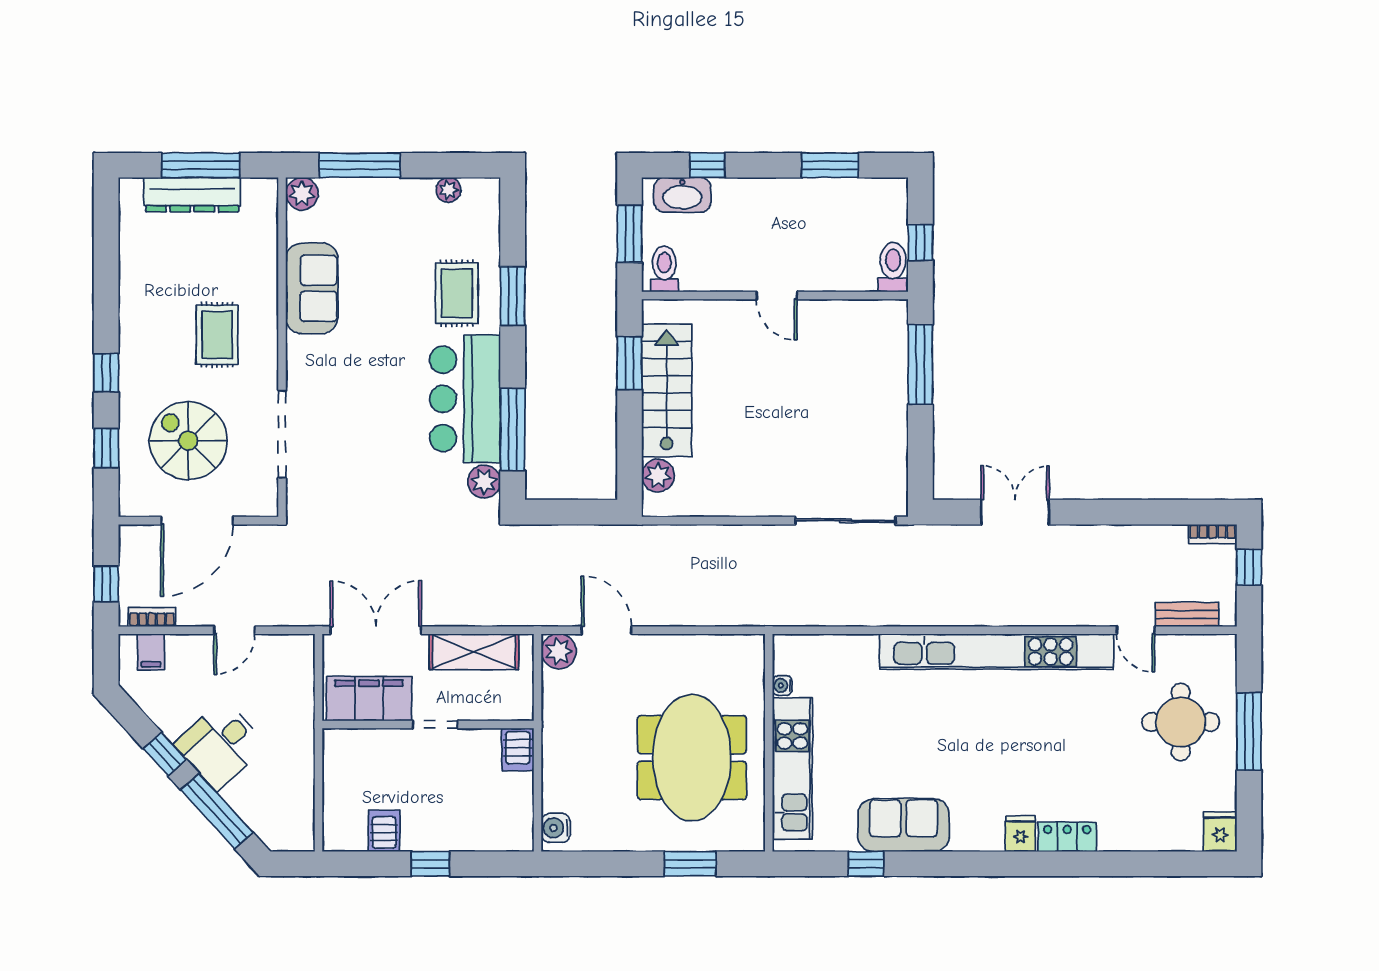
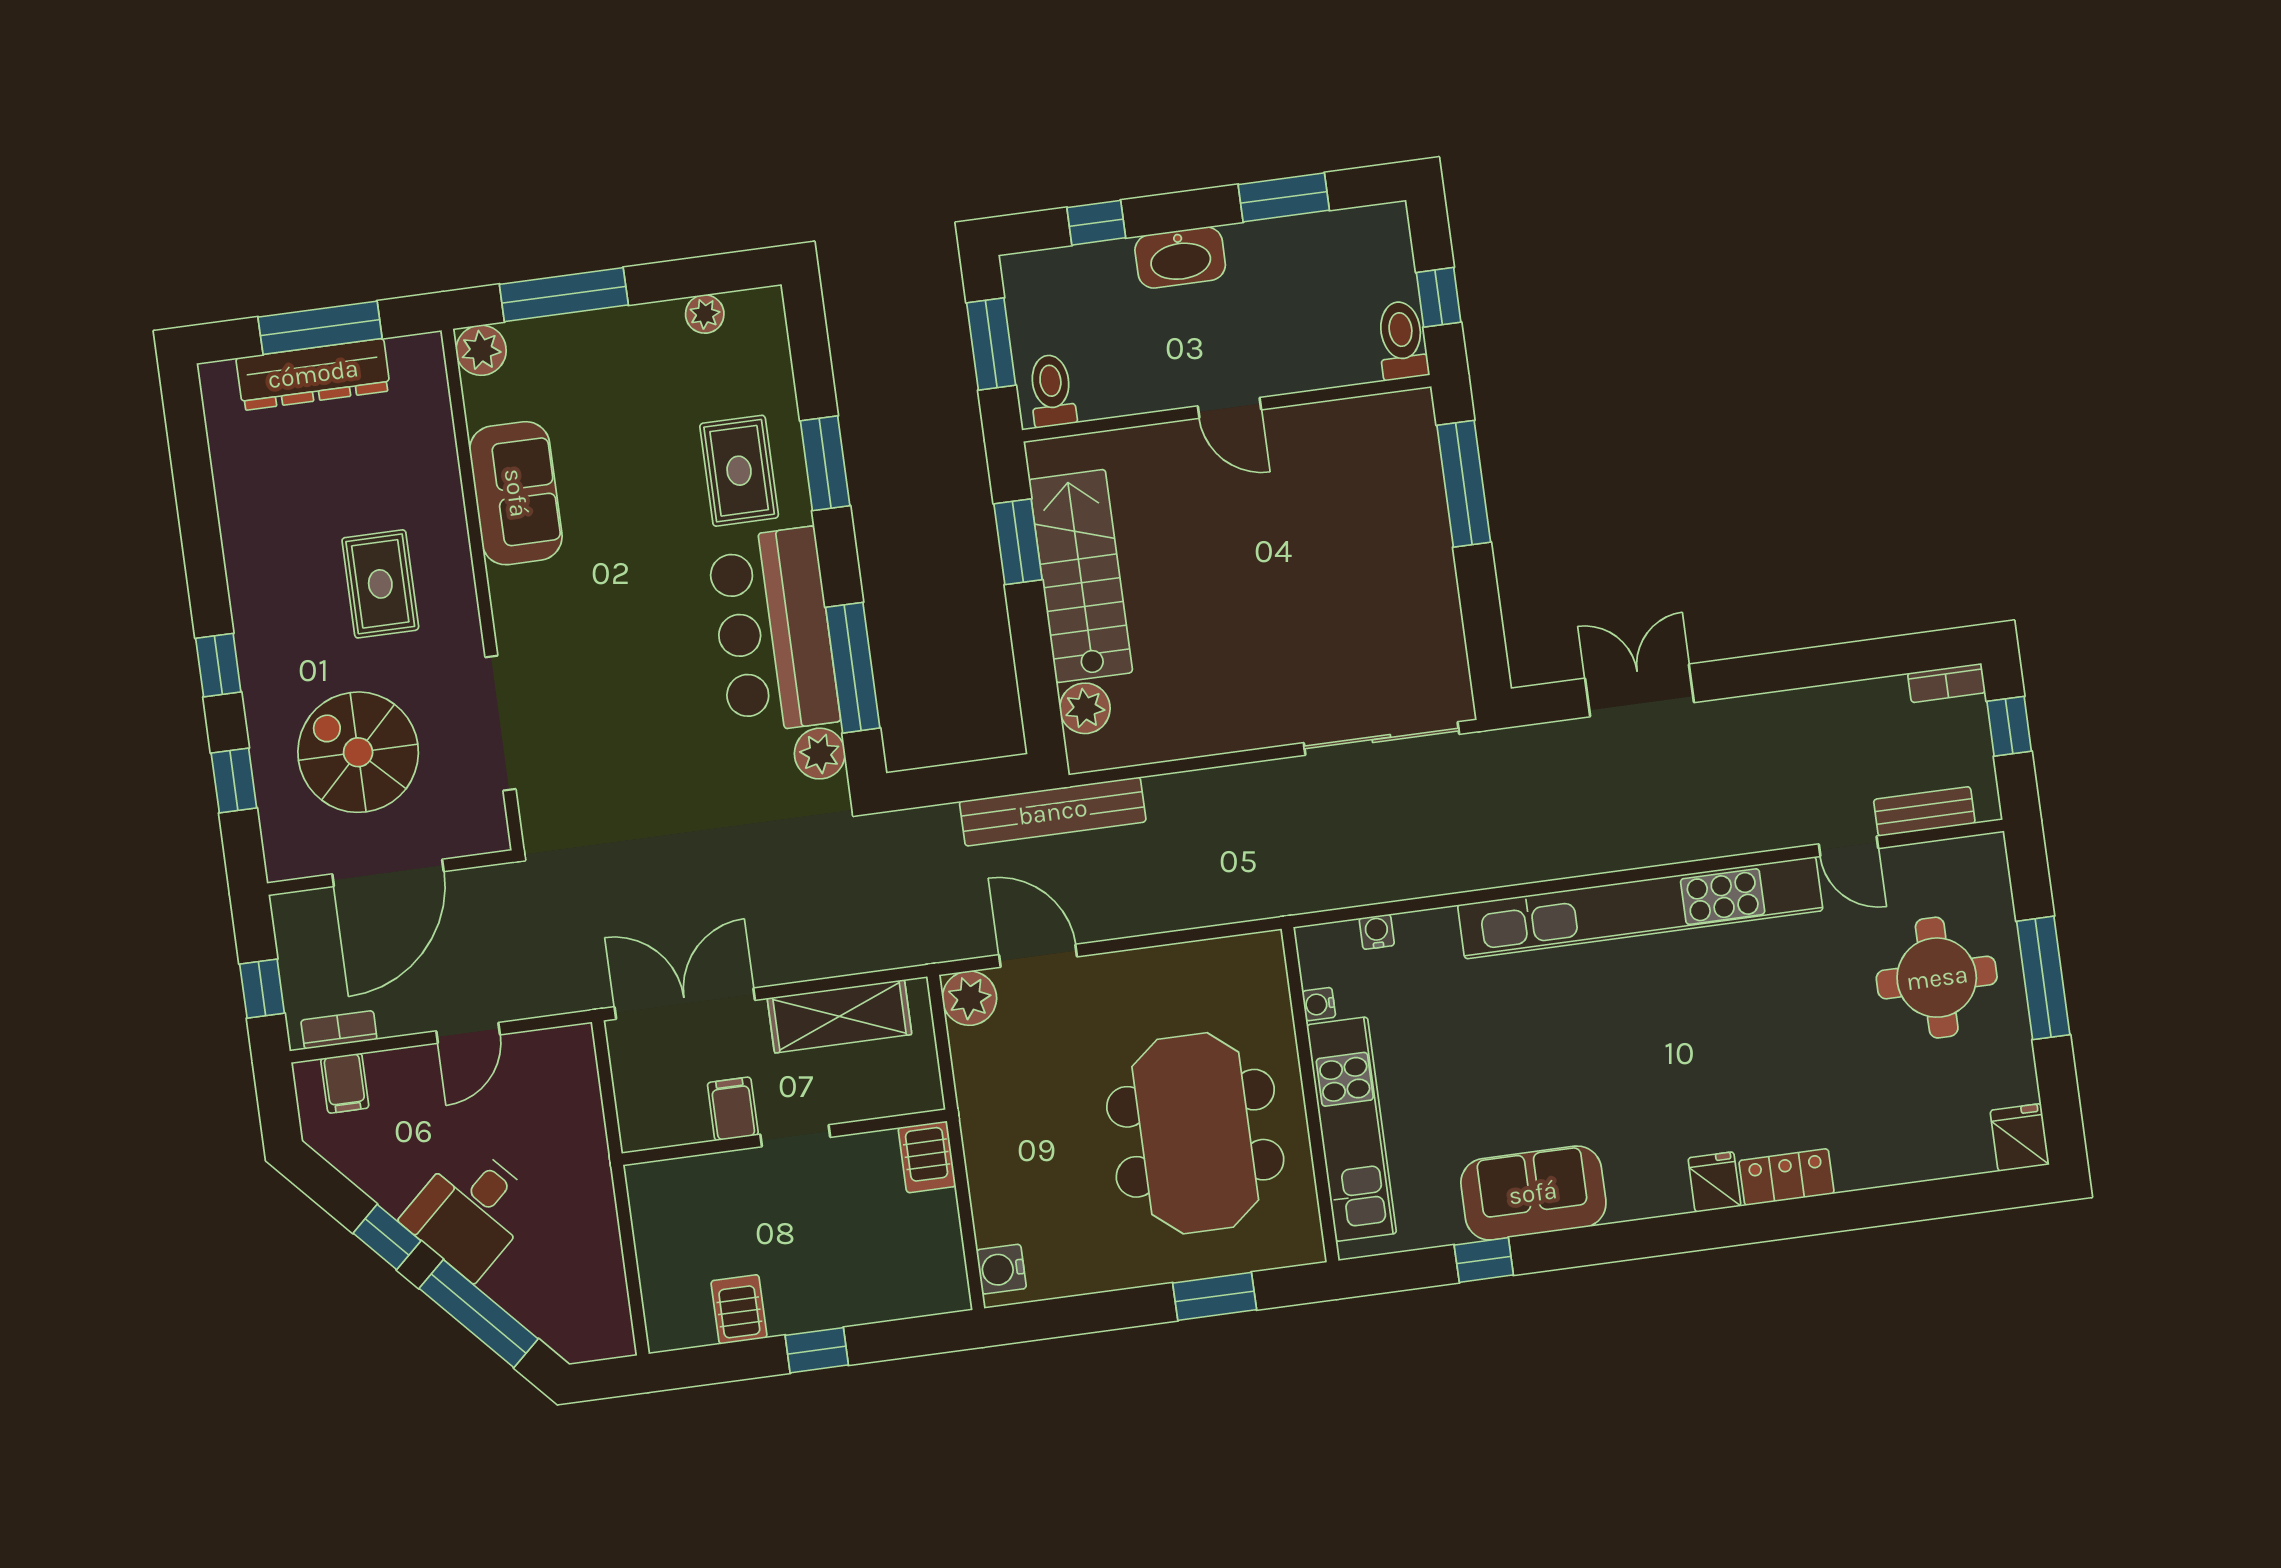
washbasin: (682, 195) -> (1180, 258), moved
bench: (628, 539) -> (1053, 812), added
water cooler: (826, 644) -> (1377, 932), added
filing cabinet: (369, 699) -> (733, 1109), width x0.33, depth x0.86

